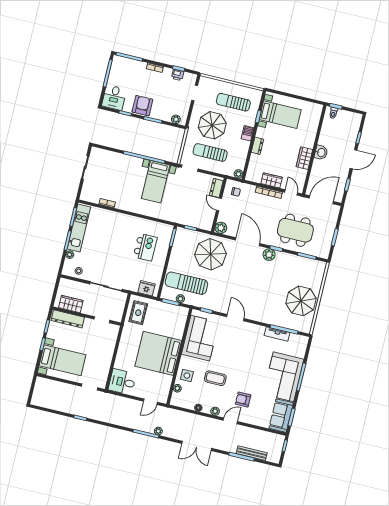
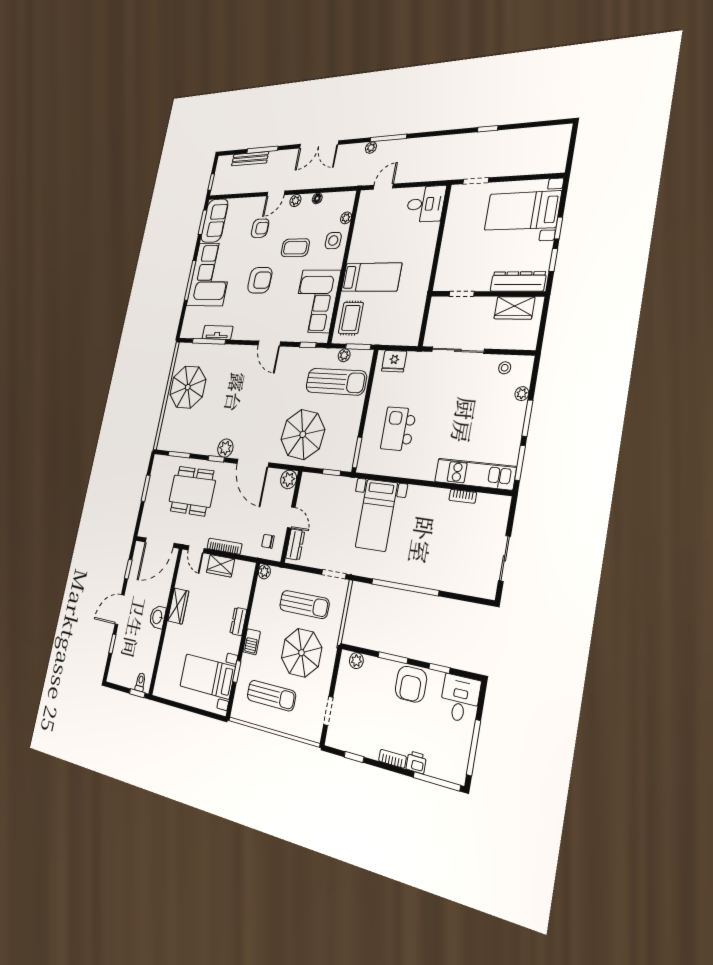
printer: (178, 75) -> (416, 762), moved
bed with nightstands: (156, 182) -> (376, 515), moved, turned 180
kitchen unit: (79, 228) -> (475, 474), moved, turned 90
rug: (138, 313) -> (351, 318), moved
bed: (158, 353) -> (371, 277), width x0.49
armchair: (243, 363) -> (260, 280), added
double door: (197, 446) -> (319, 144), swing flipped

